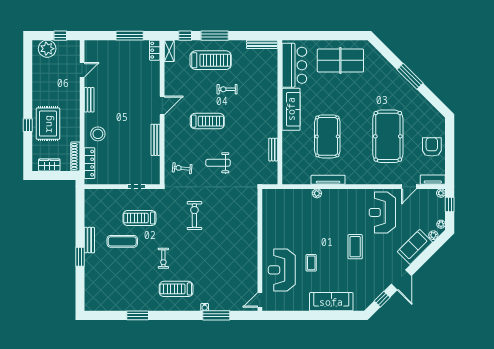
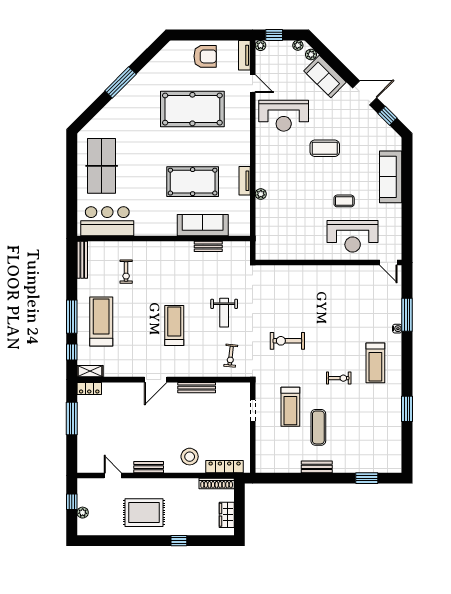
plant: (47, 49) -> (83, 513), width x0.53, depth x0.53
exercise bike: (227, 89) -> (126, 272), moved
door: (162, 106) -> (156, 380), swing flipped
sofa: (291, 109) -> (203, 225), moved
rug: (48, 124) -> (144, 513), moved
armchair: (432, 147) -> (205, 56), turned 180
tv unit: (328, 180) -> (245, 181), width x0.71
window: (80, 257) -> (367, 478), moved

